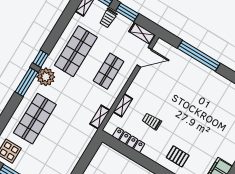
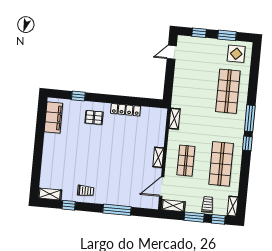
window: (199, 56) -> (117, 210), width x0.68
plant: (46, 77) -> (236, 130), removed
shelving: (123, 105) -> (158, 157), moved
trolley: (152, 121) -> (86, 191), moved
locker: (129, 140) -> (125, 110), moved

